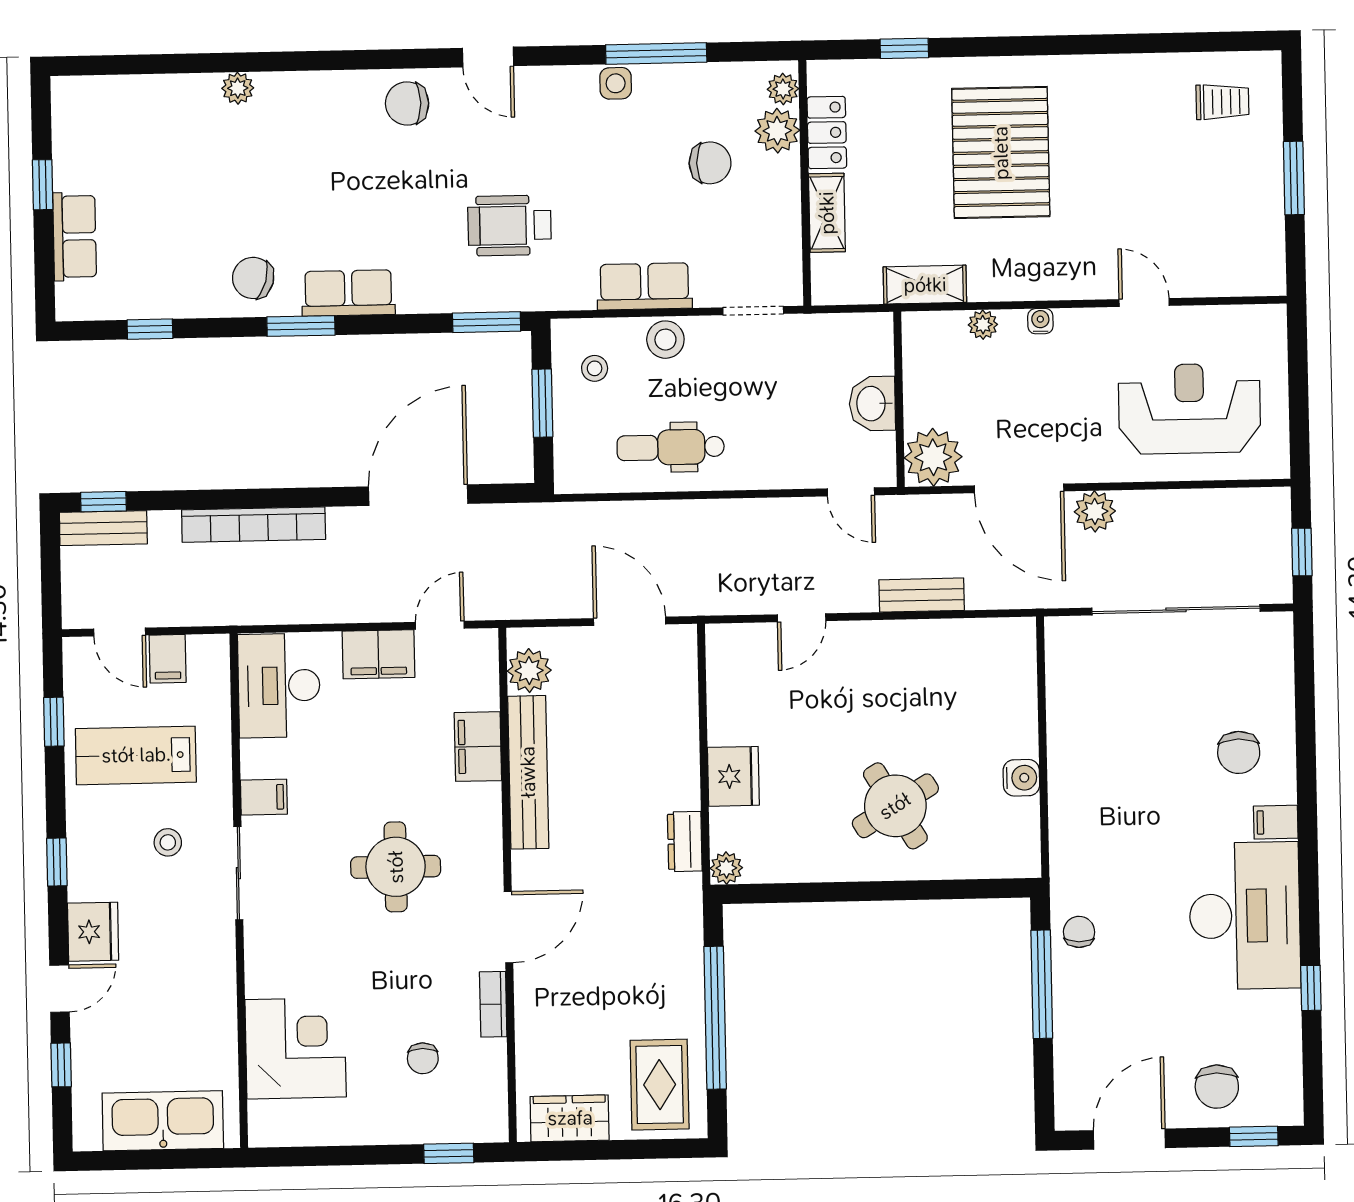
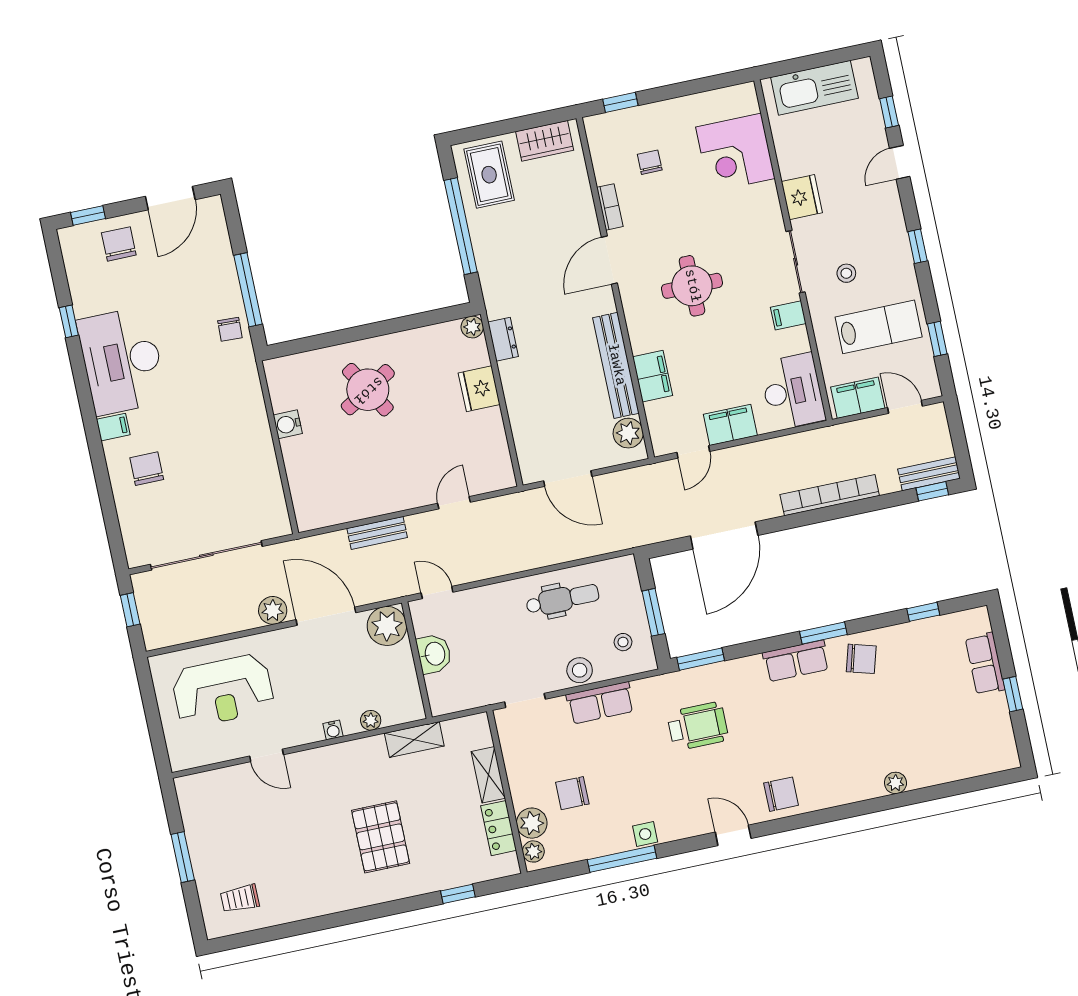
pallet: (1001, 153) -> (381, 837), width x0.73, depth x0.71
filing cabinet: (168, 659) -> (858, 398), width x2.00
fridge: (93, 932) -> (802, 197), moved, turned 180

